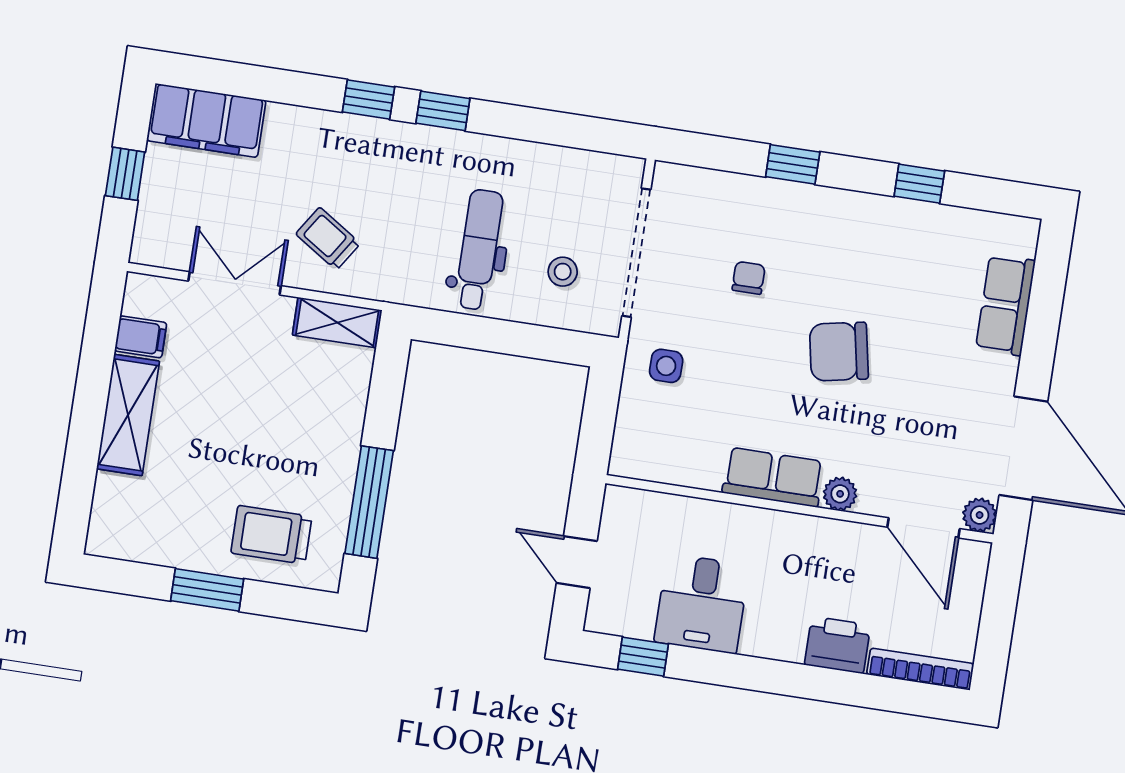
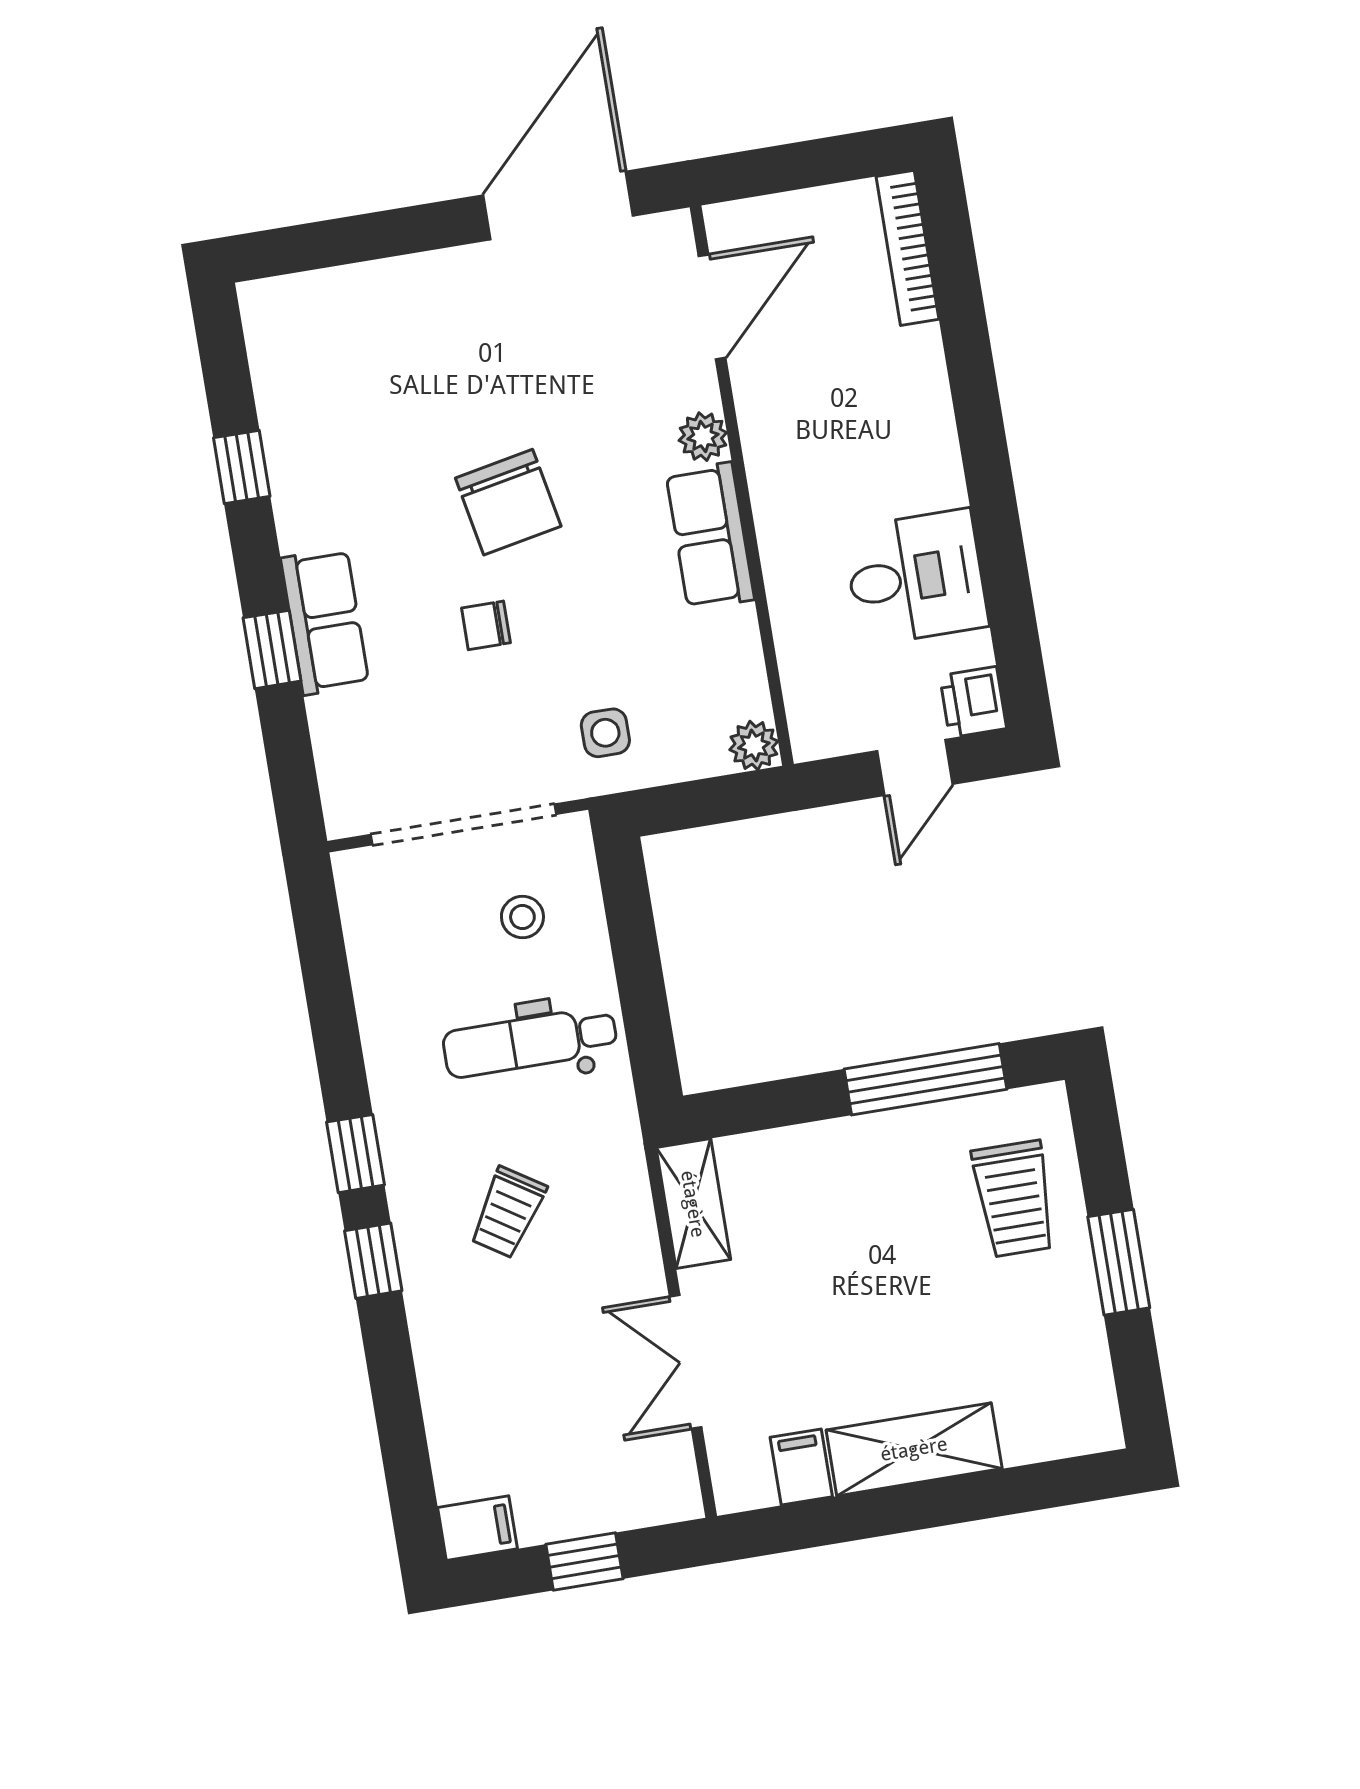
filing cabinet: (206, 120) -> (478, 1528), width x0.33, depth x0.86
trolley: (328, 239) -> (508, 1212), moved
chair: (749, 278) -> (486, 625), moved
row of seats: (1006, 305) -> (325, 621), moved, turned -90
plant: (980, 515) -> (754, 746), moved
printer: (837, 645) -> (973, 702), moved, width x0.73, depth x0.81
window: (643, 657) -> (1015, 634), removed

